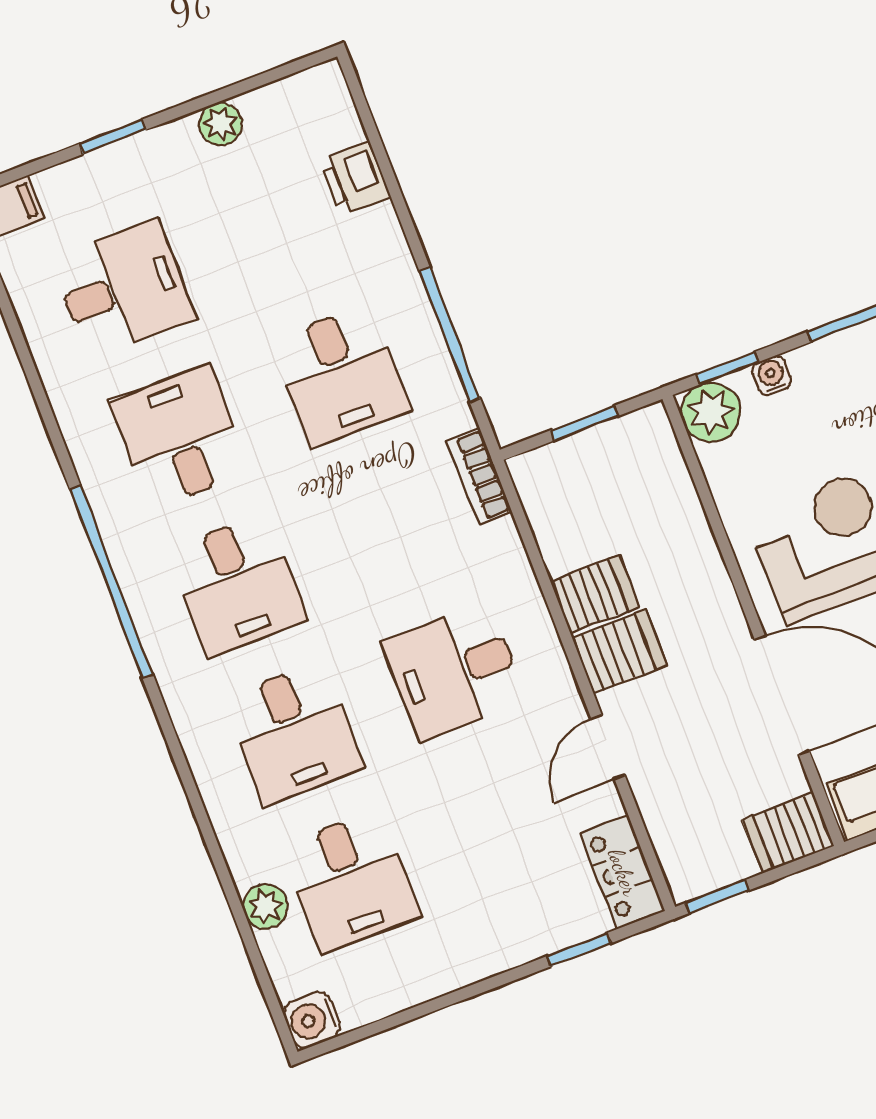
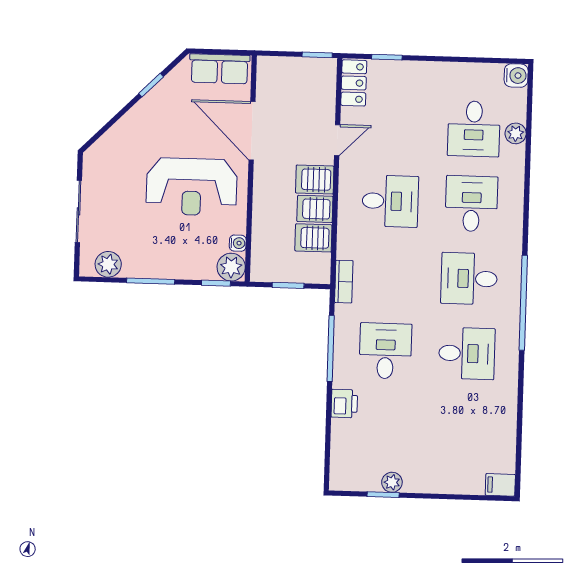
window: (113, 137) -> (383, 495), moved
printer: (355, 179) -> (344, 404), moved
desk: (123, 289) -> (464, 428), removed
water cooler: (771, 376) -> (238, 243), moved, turned -90
desk: (180, 437) -> (467, 353), turned -90
desk: (237, 585) -> (469, 279), turned -90
server rack: (788, 833) -> (313, 238), moved, turned 180
desk: (351, 881) -> (474, 129), turned 180

